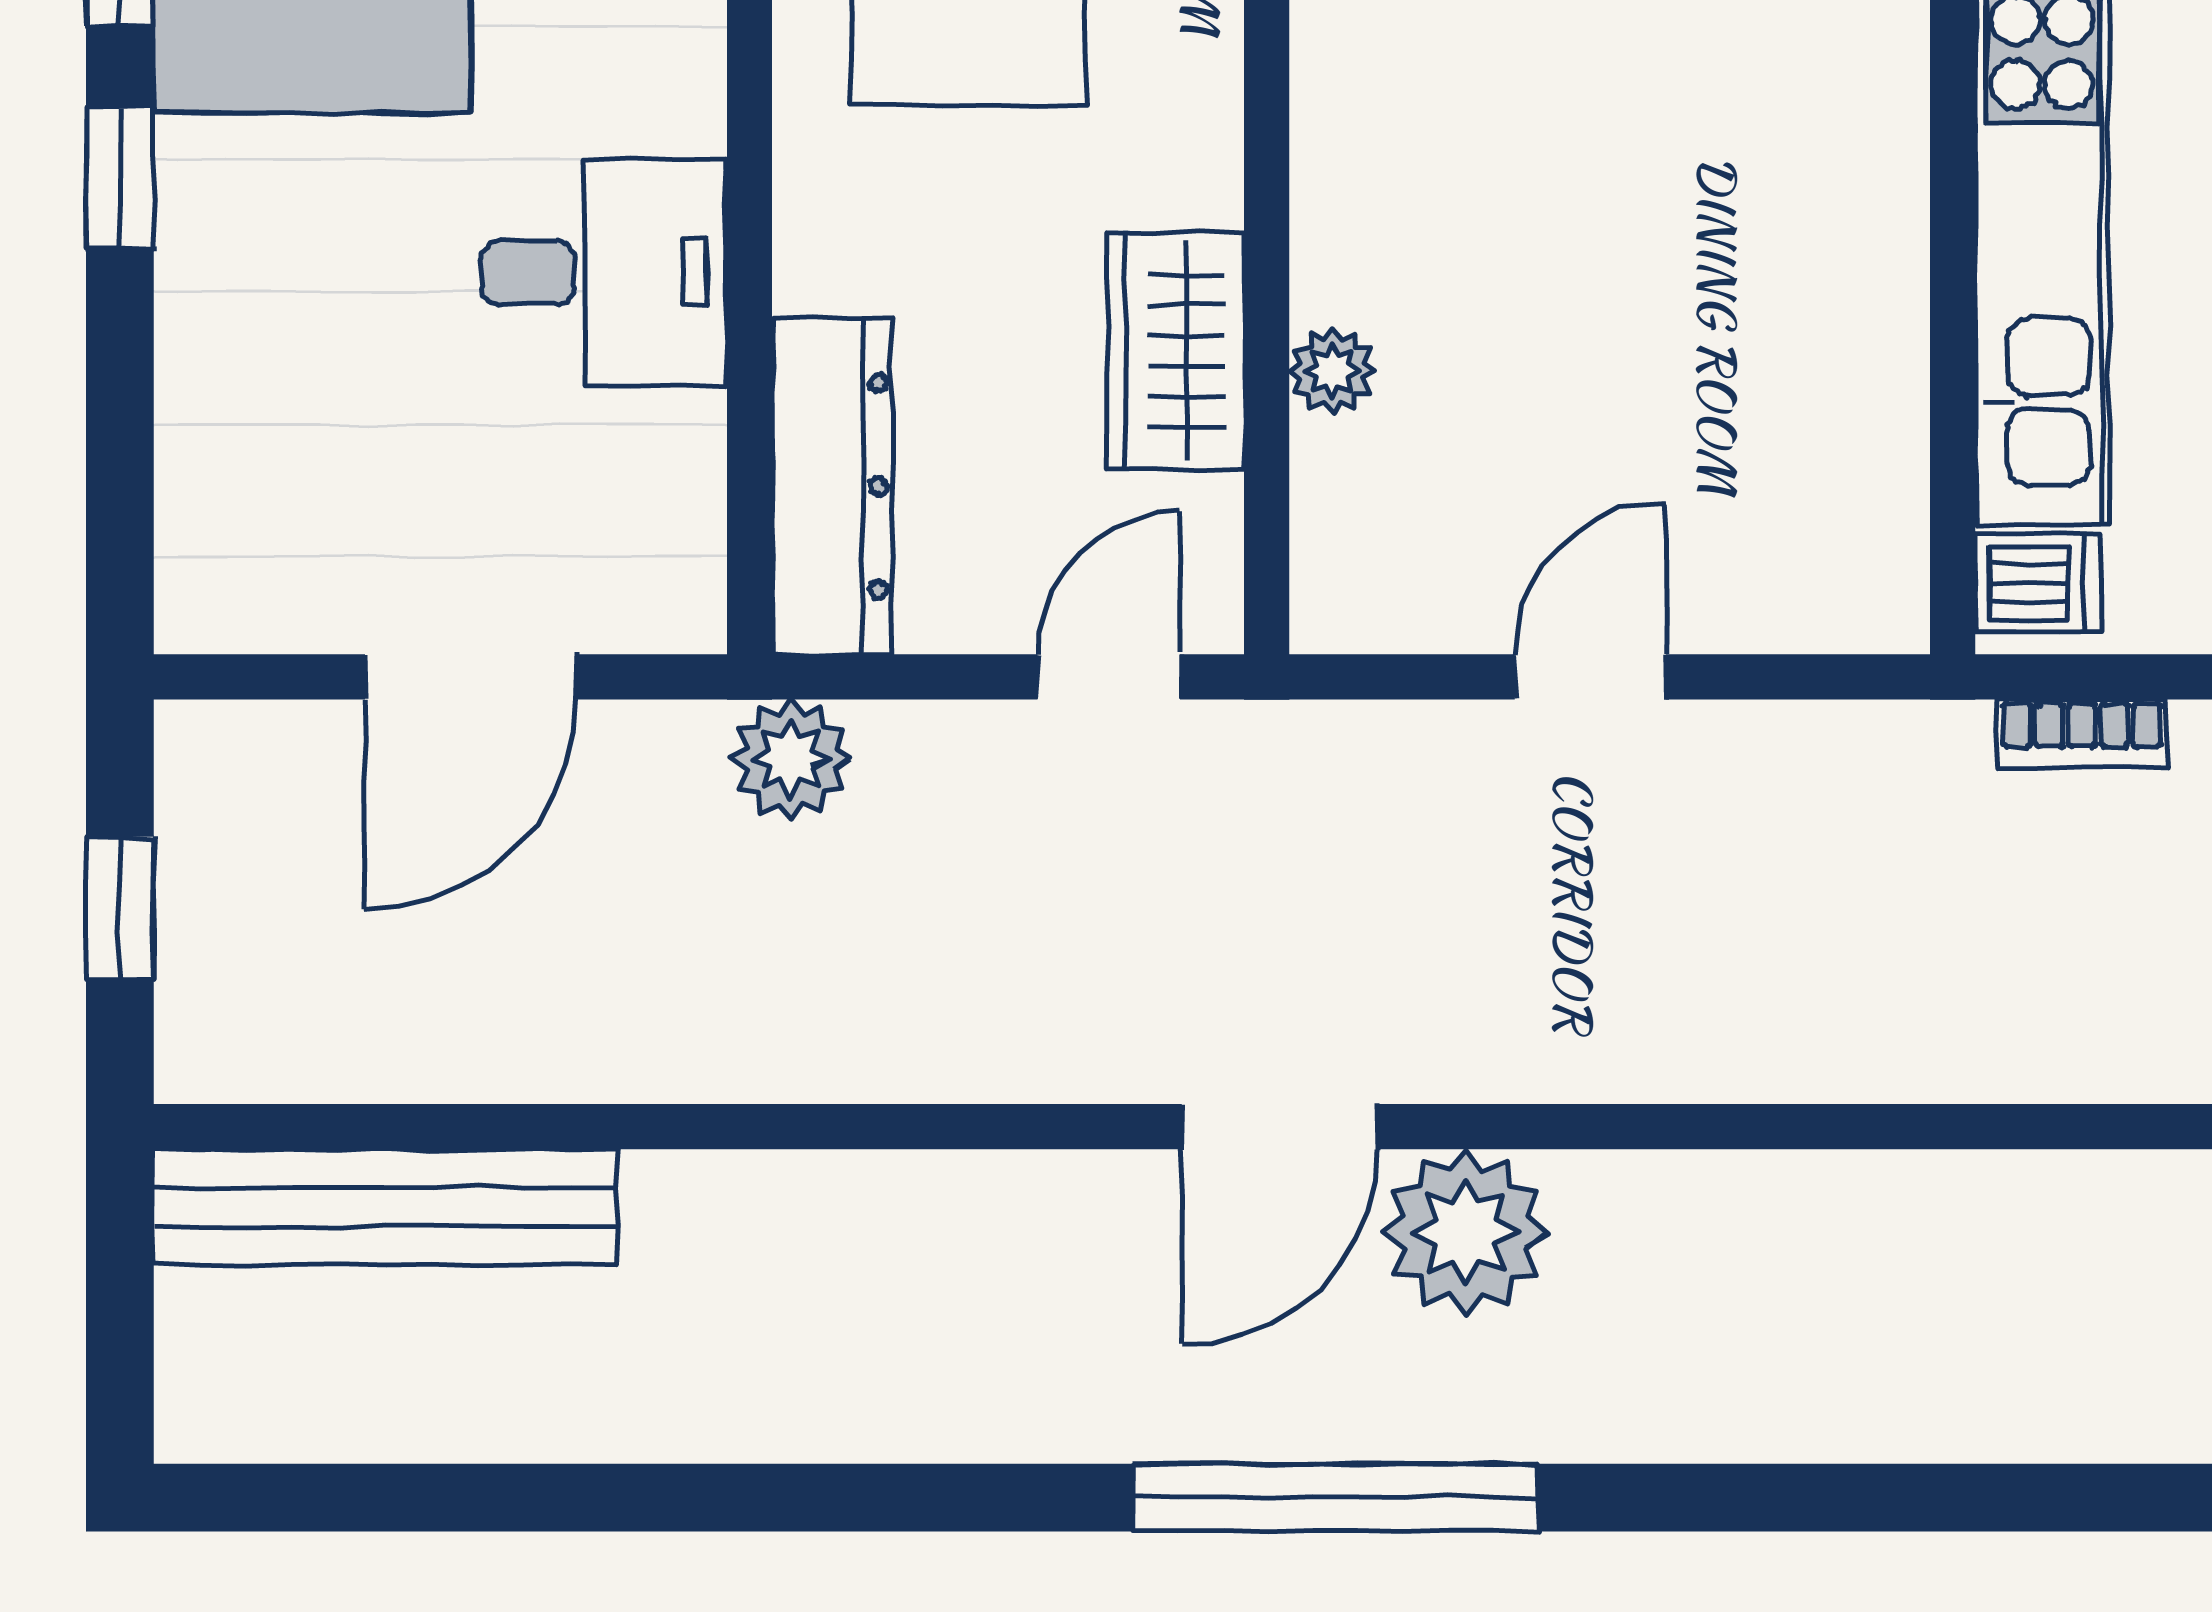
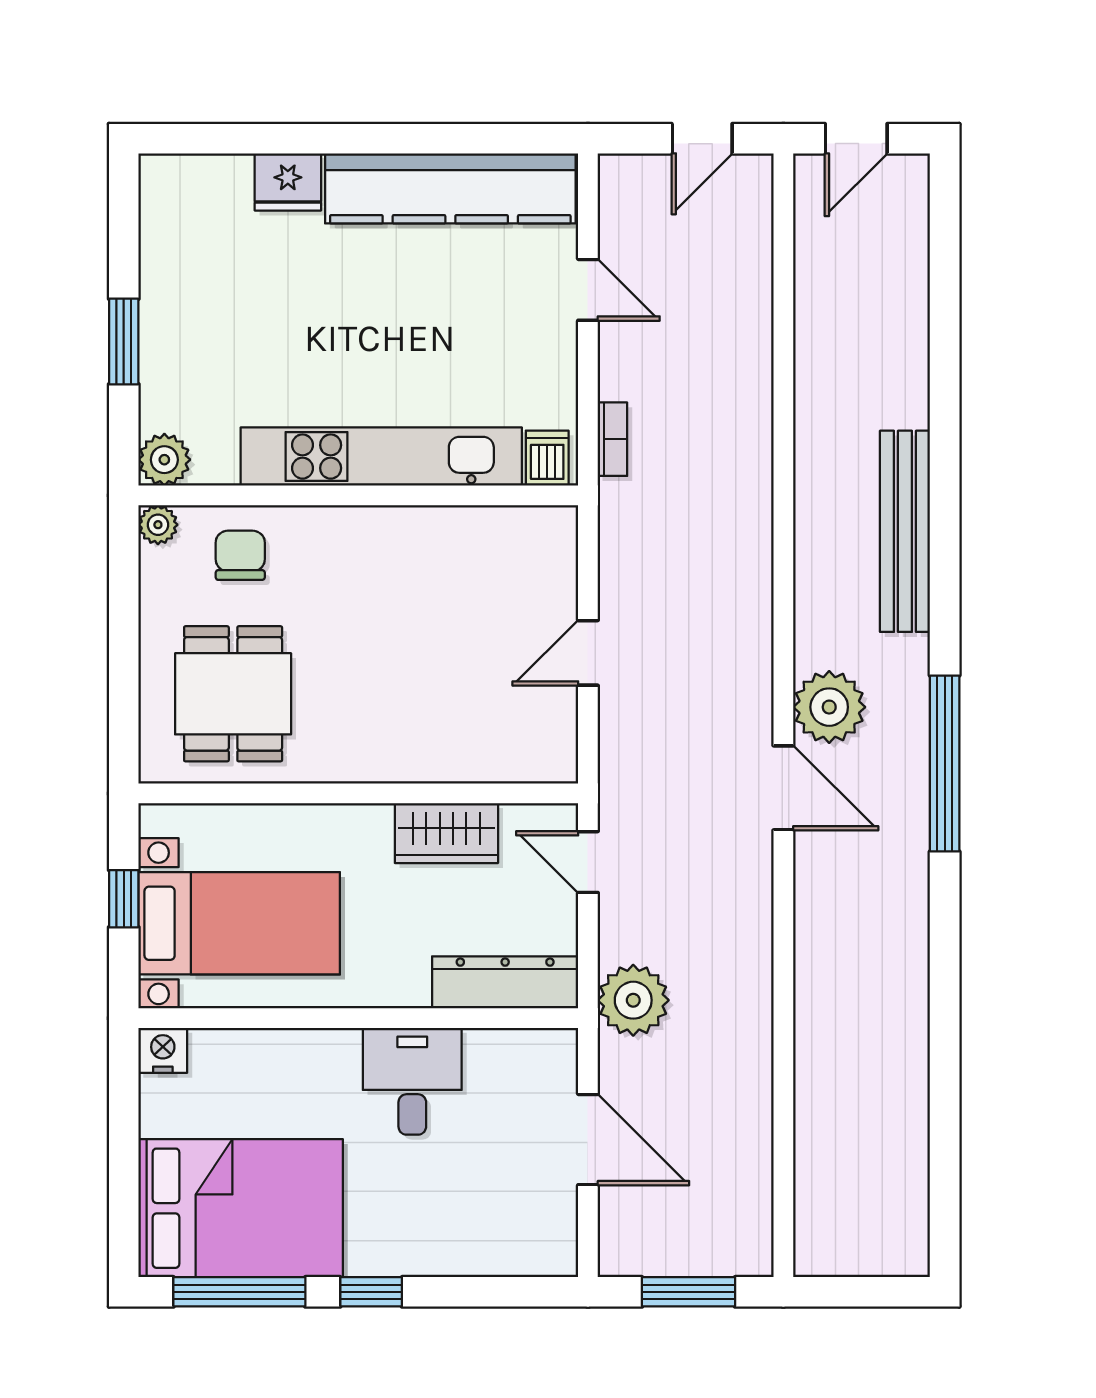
plant: (1332, 371) -> (455, 765), removed
door: (1590, 677) -> (588, 653), hinge flipped
plant: (791, 759) -> (633, 1000), width x1.36, depth x1.36
window: (120, 908) -> (688, 1292), width x1.50
bench: (385, 1207) -> (905, 531), moved

